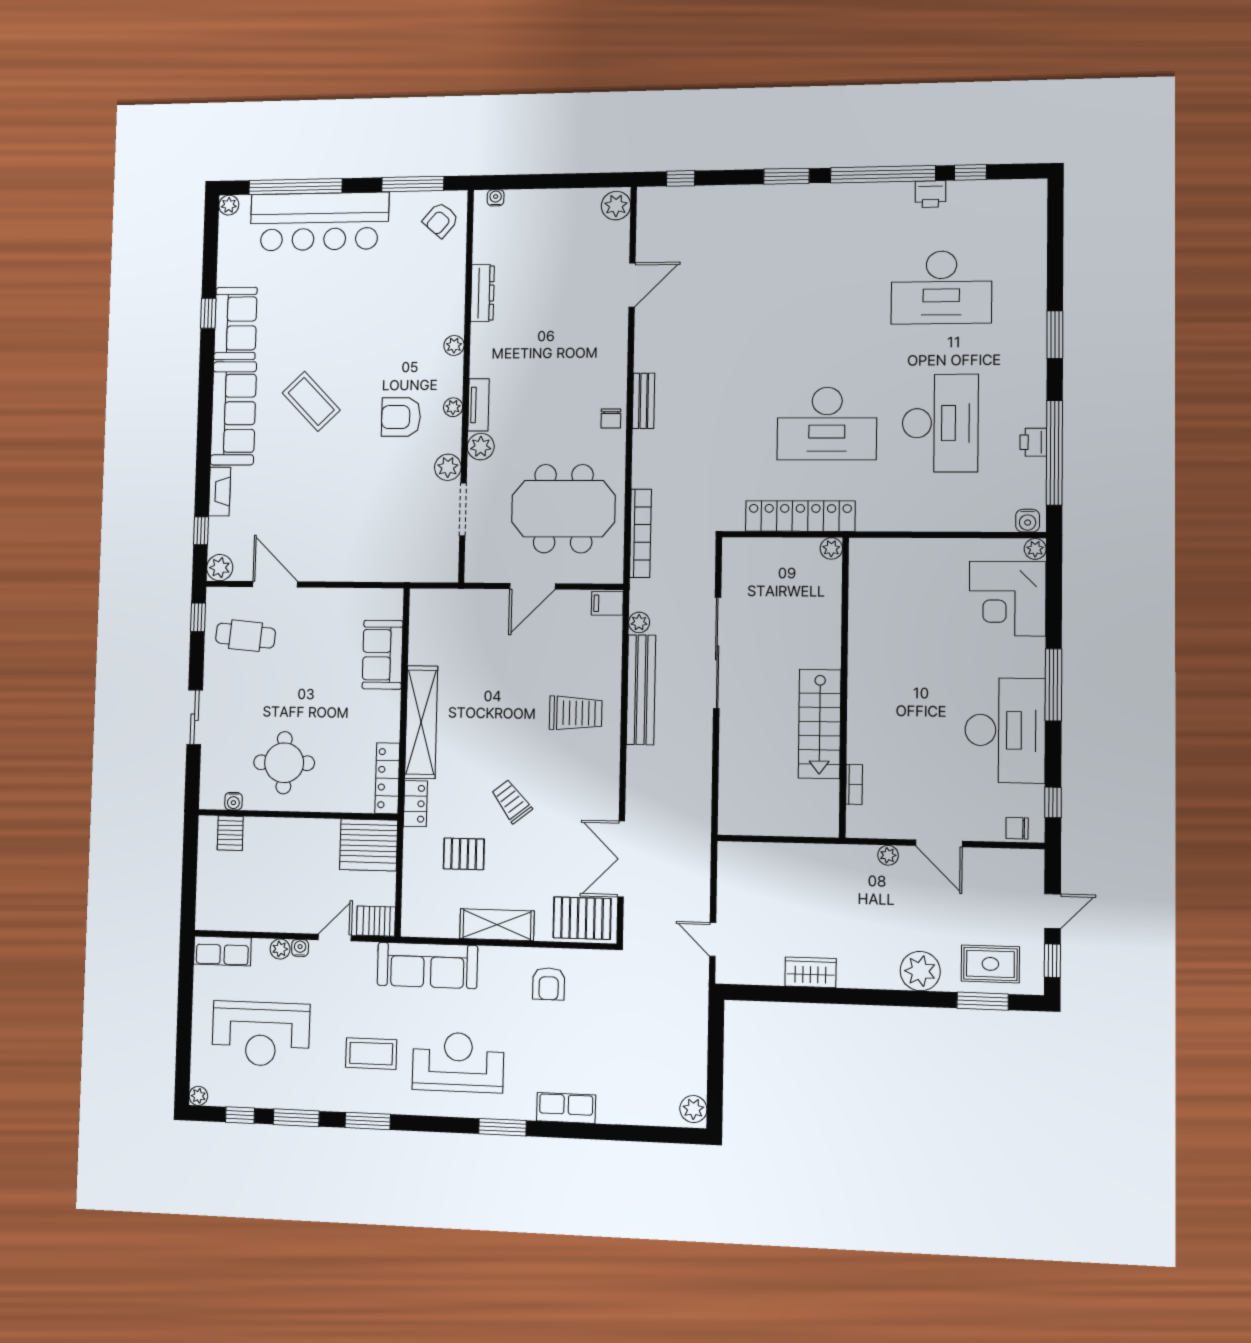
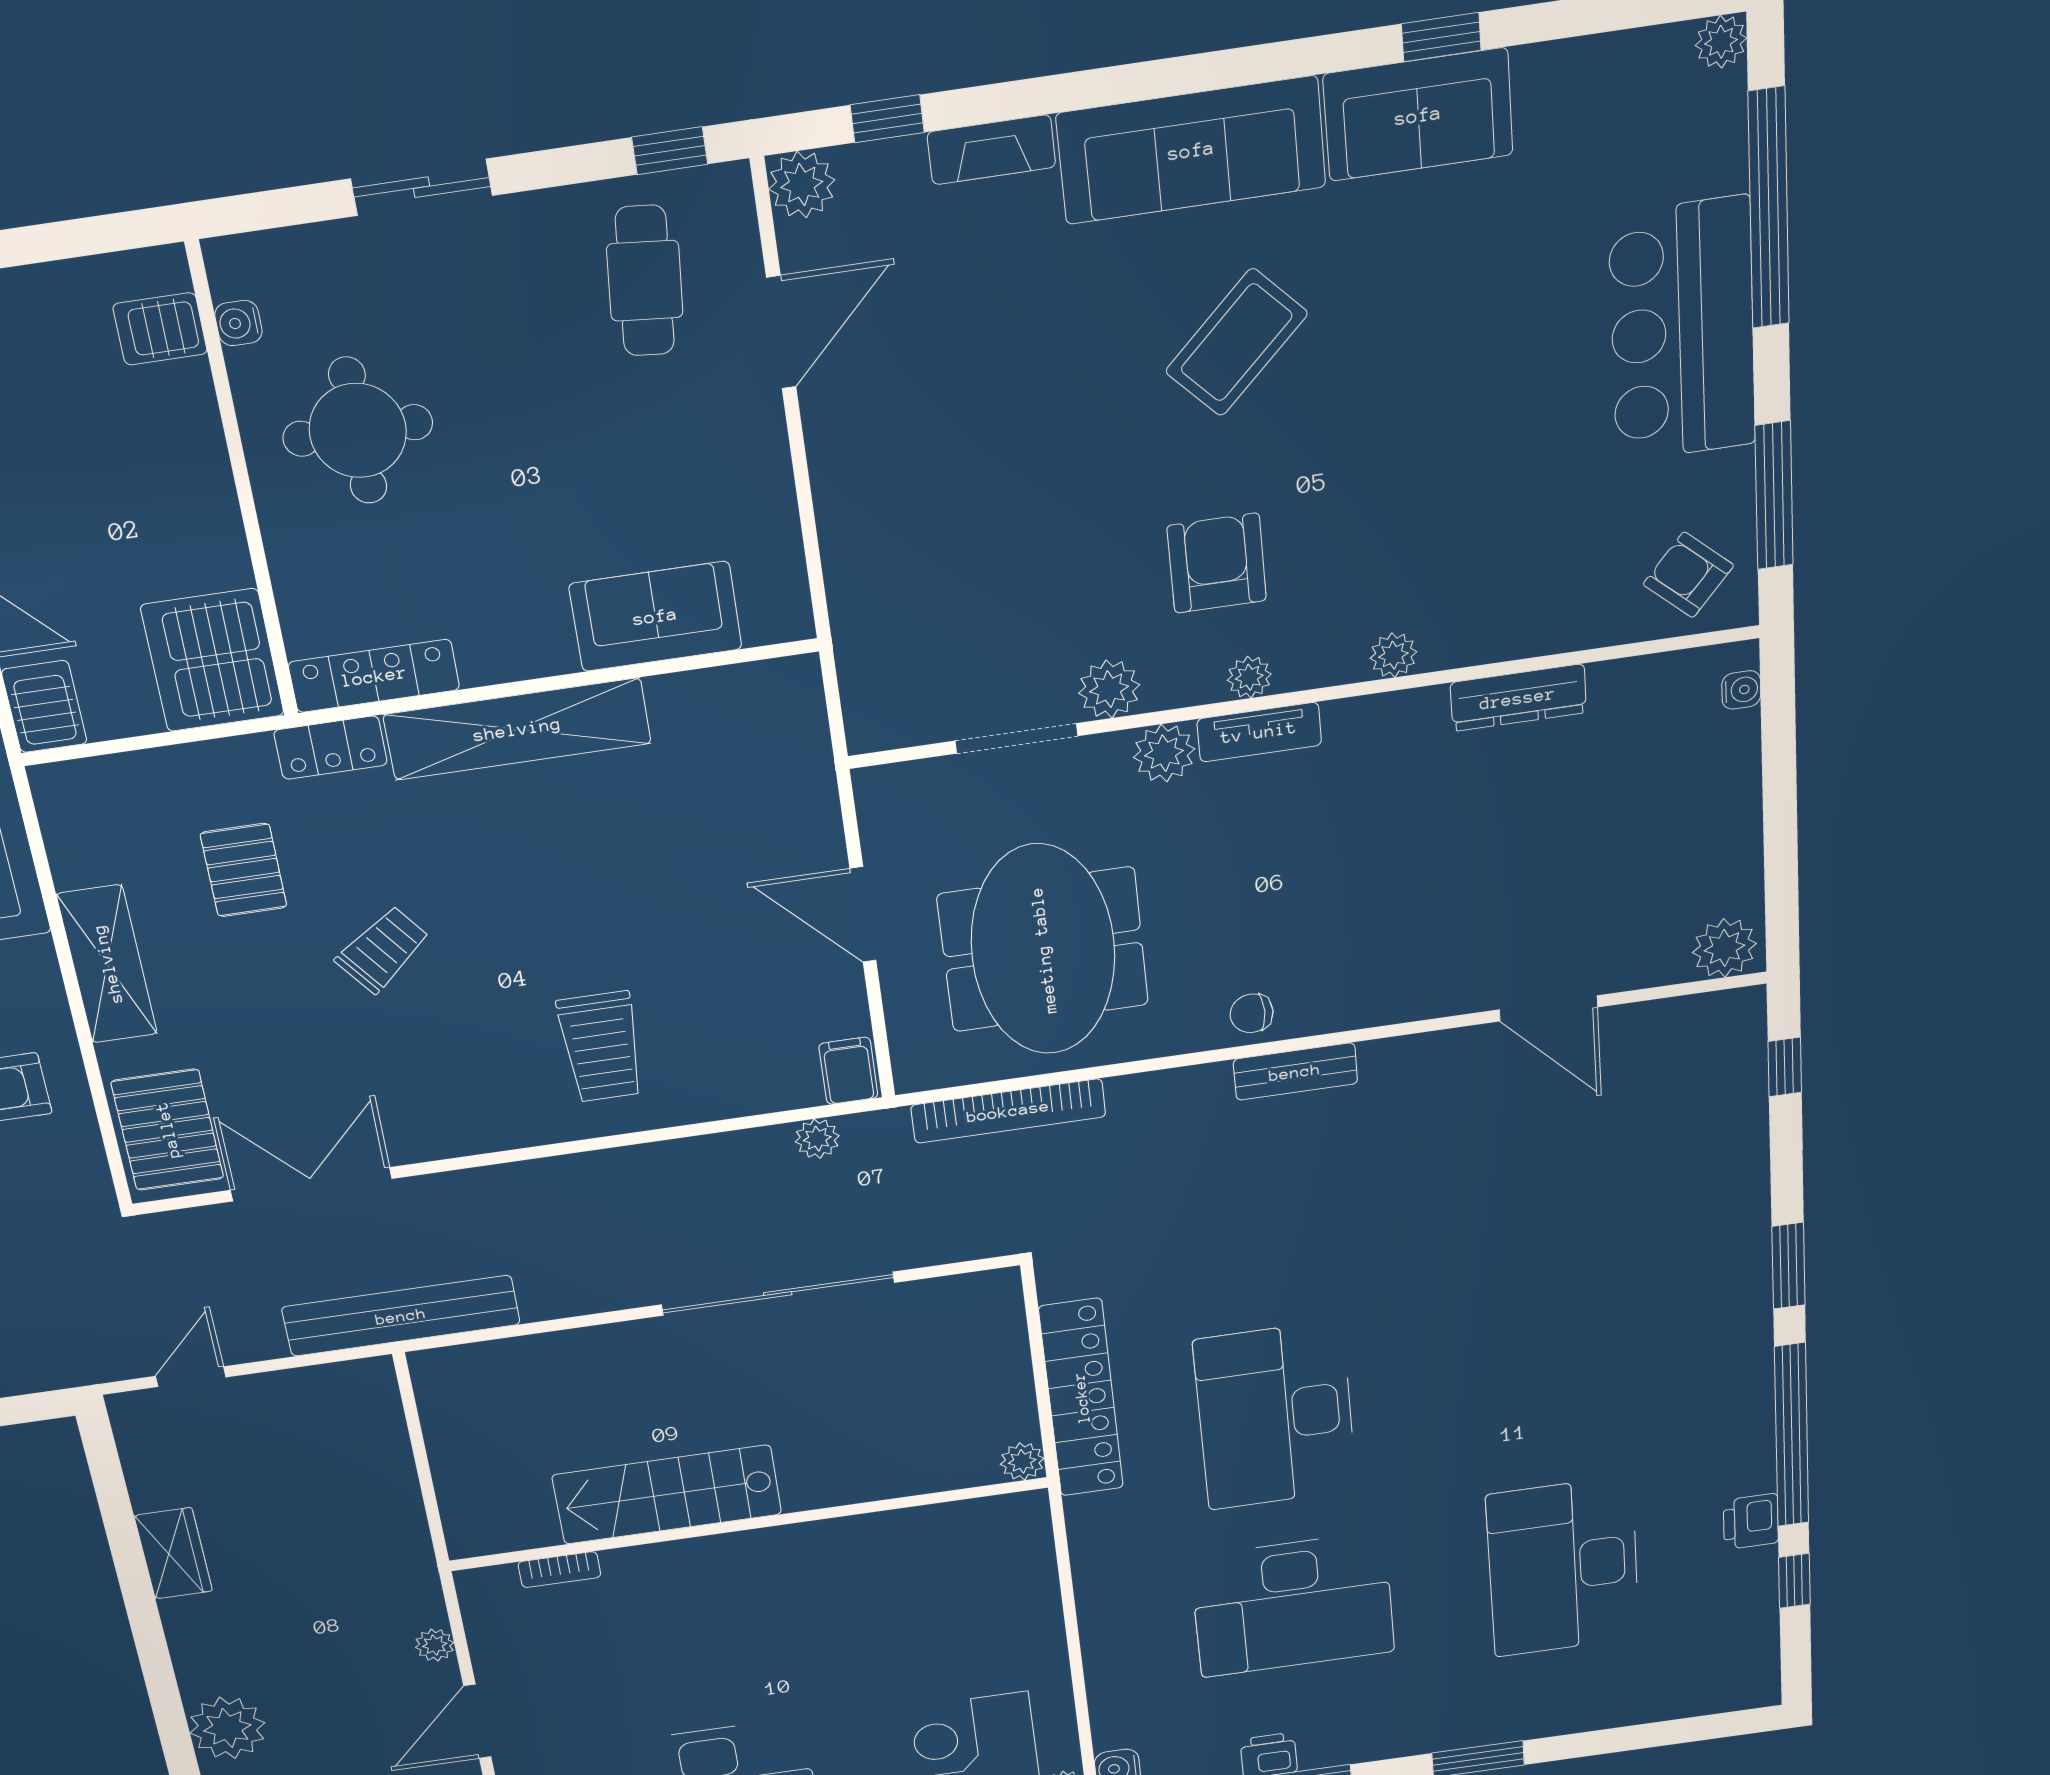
bar counter: (319, 222) -> (1683, 330), width x0.73
bench: (641, 690) -> (401, 1316), moved

